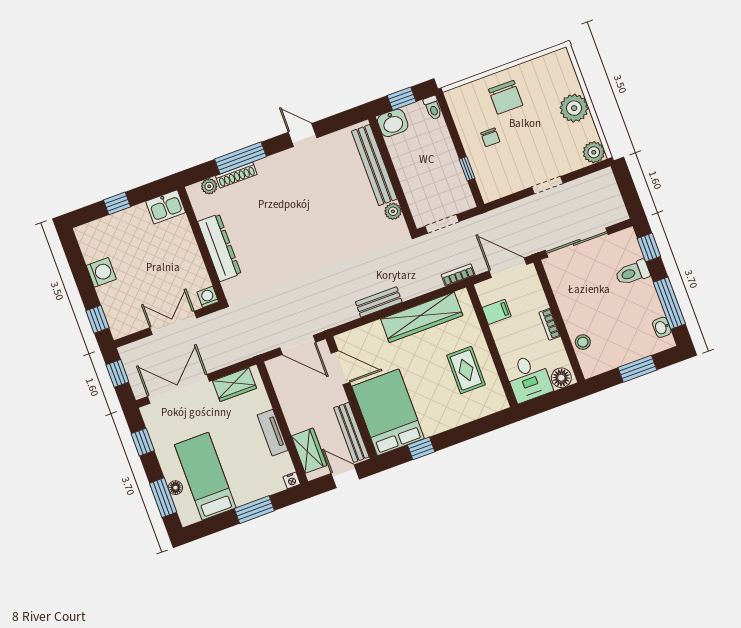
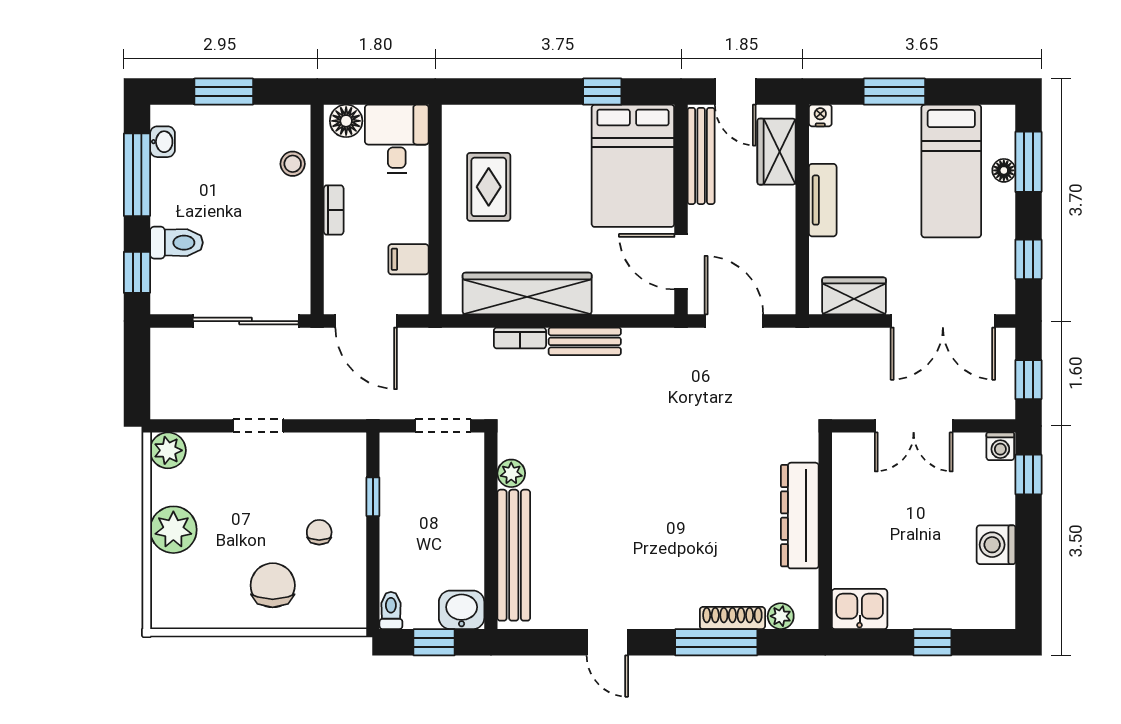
bookcase: (458, 275) -> (520, 338), moved
washing machine: (208, 297) -> (1000, 446), moved

